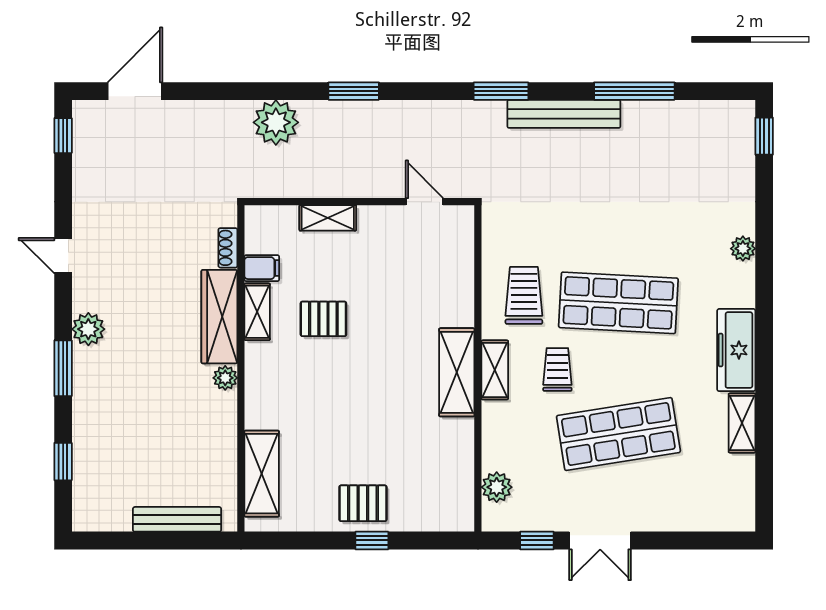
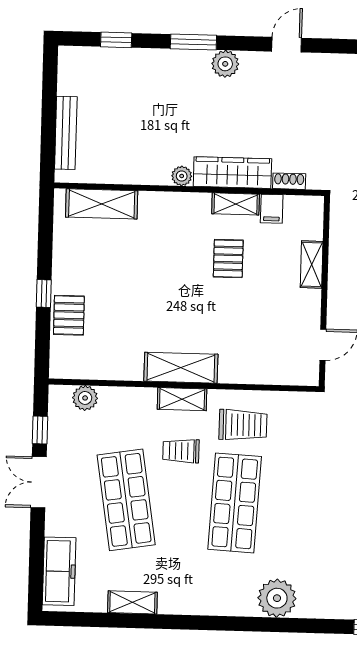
plant: (743, 249) -> (277, 598), width x1.88, depth x1.88
freezer: (736, 350) -> (59, 571), moved, turned 90
trolley: (557, 369) -> (181, 451), turned 180
pallet: (363, 503) -> (69, 315), moved

